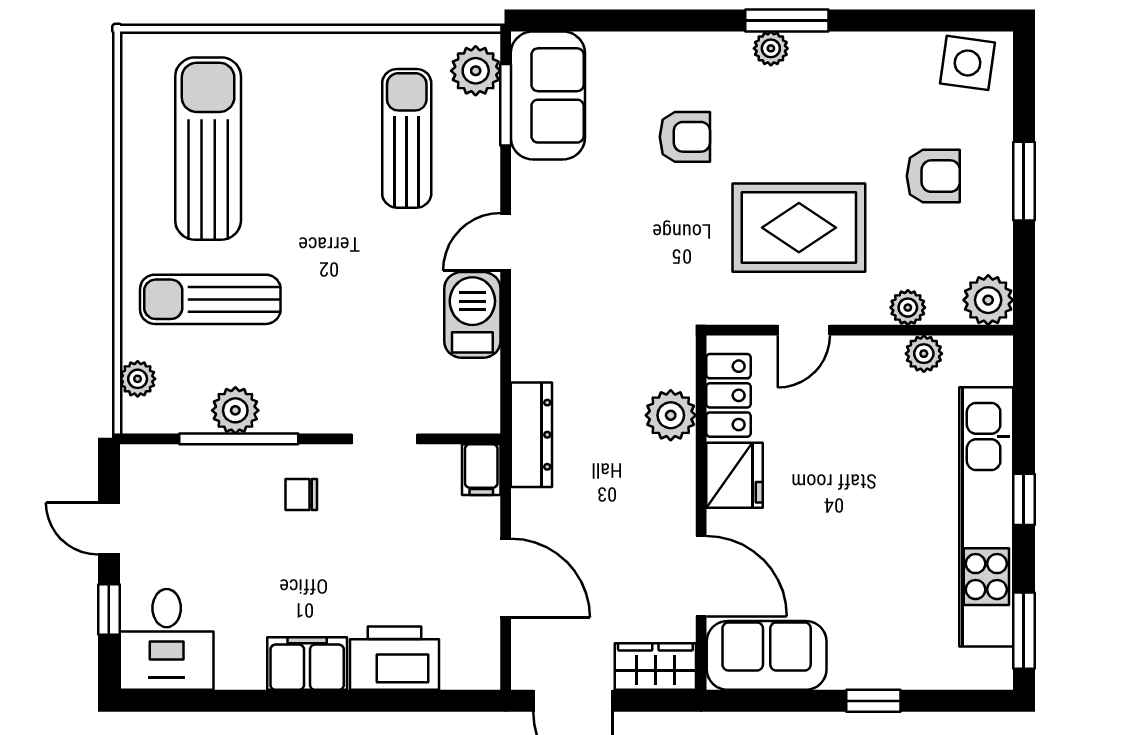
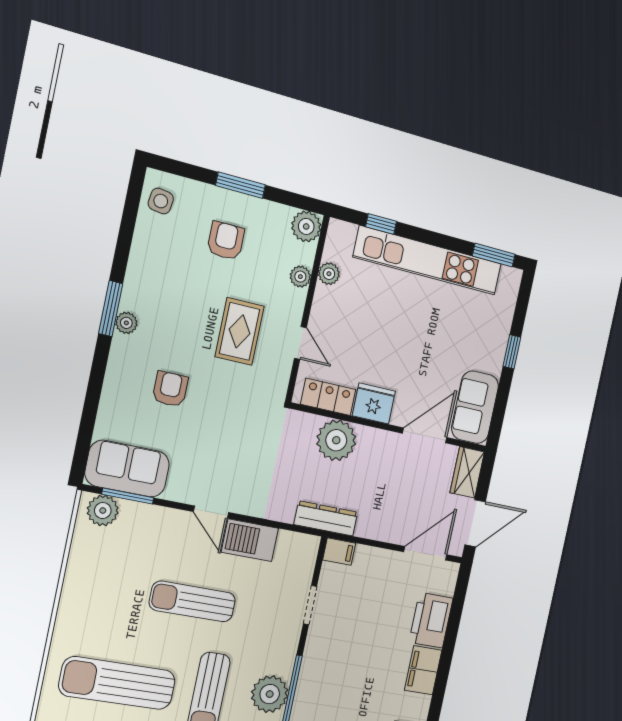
side table: (967, 63) -> (161, 201), width x0.73, depth x0.73
sun lounger: (407, 138) -> (192, 601), moved
rug: (799, 228) -> (240, 331), width x0.73, depth x0.70
plant: (235, 410) -> (270, 694), width x1.36, depth x1.36
plant: (671, 415) -> (336, 440), width x1.36, depth x1.36
chair: (301, 495) -> (331, 659), removed
window: (1024, 499) -> (381, 224), moved
door: (506, 578) -> (425, 553), moved

